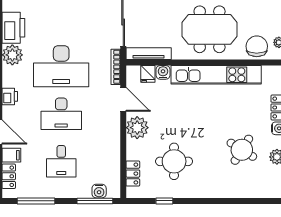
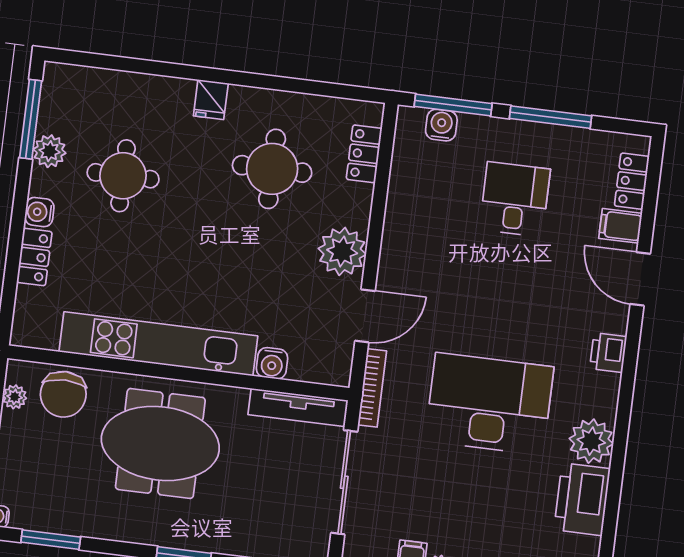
fridge: (148, 74) -> (211, 100), moved, turned 180
door: (123, 99) -> (365, 316), swing flipped
desk: (61, 114) -> (502, 302), removed
round table: (242, 150) -> (123, 176), turned -32
window: (36, 201) -> (551, 117), moved
window: (164, 201) -> (303, 86), removed

